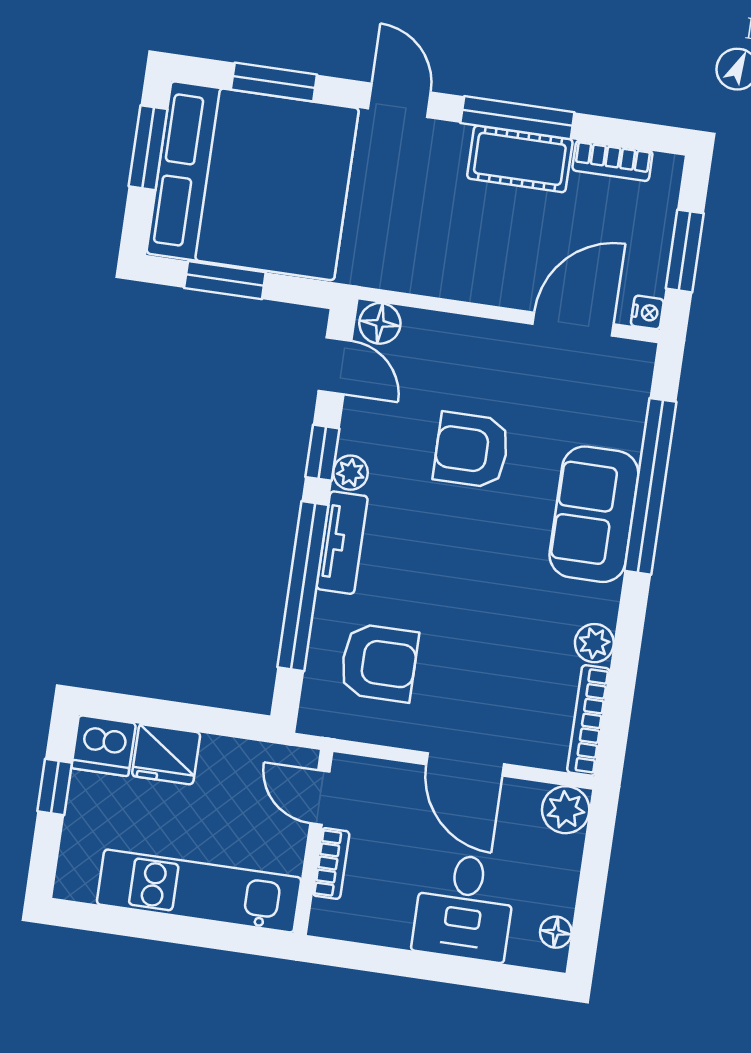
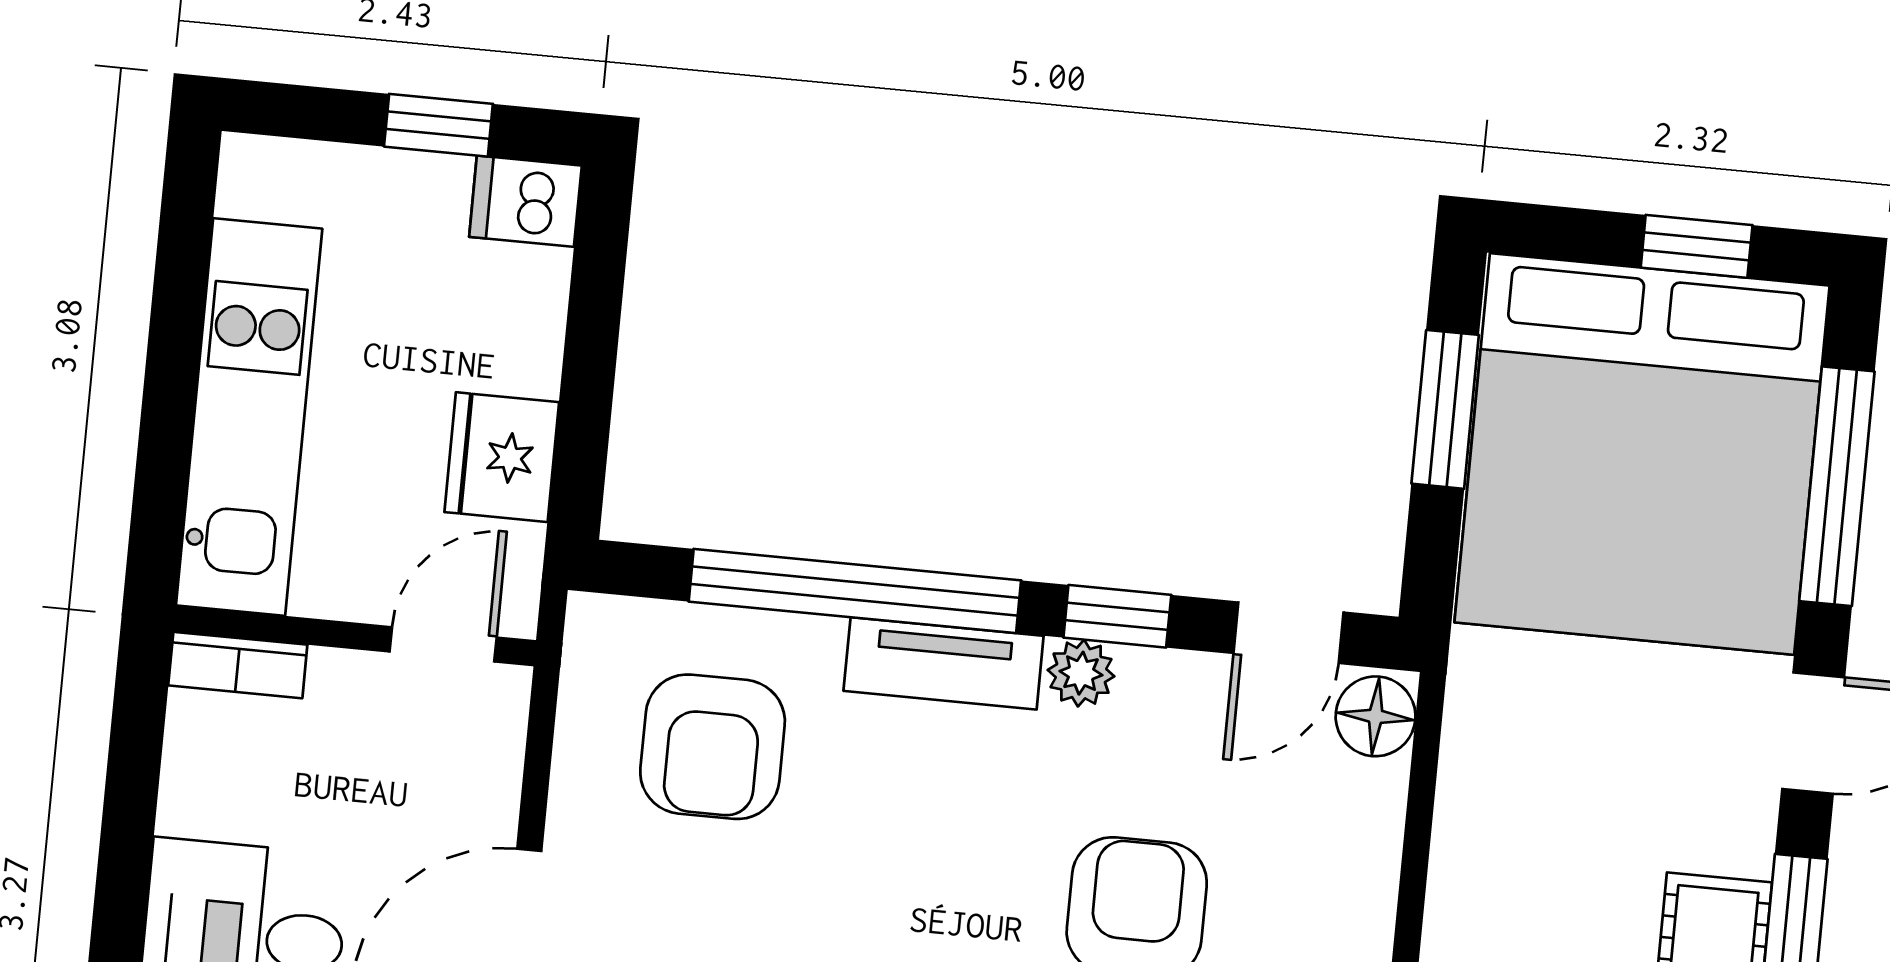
window: (274, 82) -> (1837, 486), width x1.44
window: (148, 148) -> (1697, 246), width x0.67
dishwasher: (104, 746) -> (525, 201), width x0.73
fridge: (166, 754) -> (502, 457), moved
bookcase: (331, 863) -> (238, 665), moved

